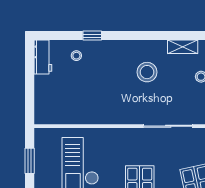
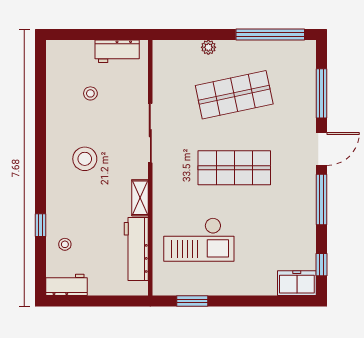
shelving: (183, 47) -> (140, 198), moved
workbench: (73, 115) -> (136, 249), added

